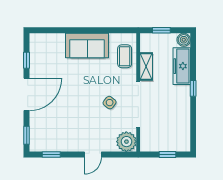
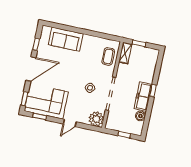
boiler: (184, 40) -> (140, 116), moved
sofa: (87, 46) -> (66, 39), moved
freezer: (182, 66) -> (143, 97), moved
shelving: (146, 67) -> (125, 53), moved
corner sofa: (56, 133) -> (46, 101), added

